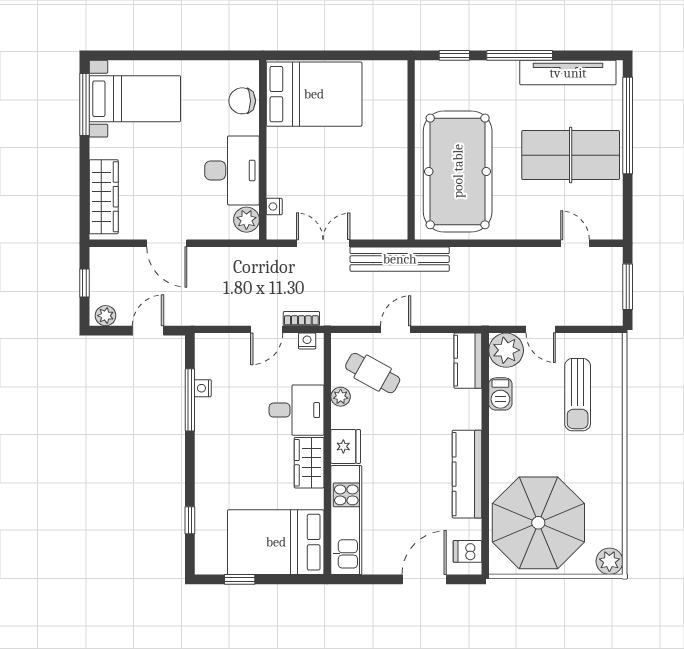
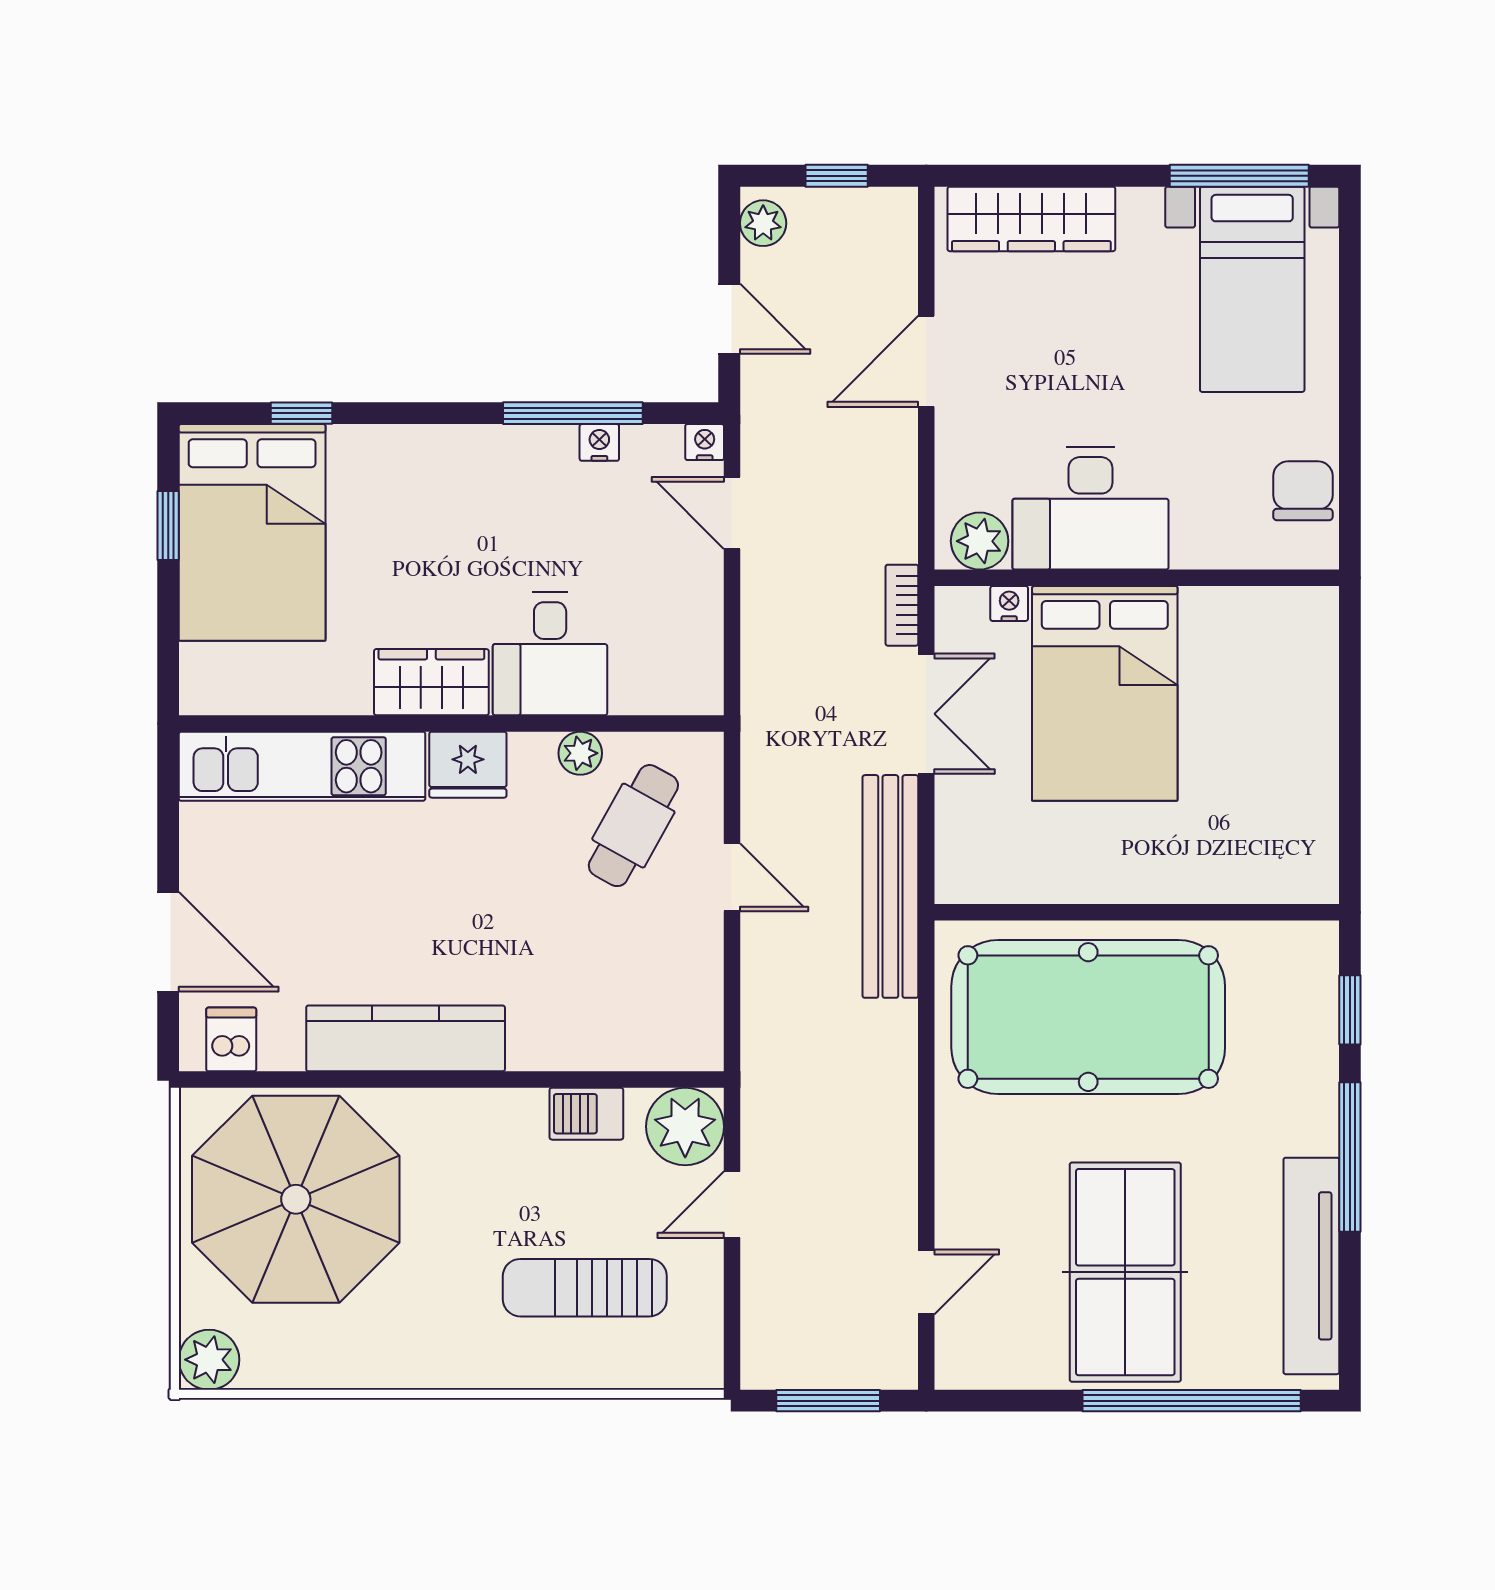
bed: (314, 94) -> (1105, 693), moved
chair: (242, 101) -> (1303, 491), moved
bookcase: (301, 319) -> (902, 605), moved, turned 180
door: (267, 329) -> (732, 513), moved
nightstand: (307, 341) -> (705, 442), moved, turned -90
kitchen counter: (468, 361) -> (662, 1040), removed
bed: (276, 542) -> (252, 532), moved, turned 180

